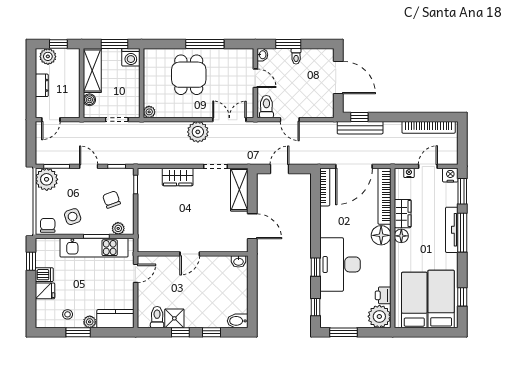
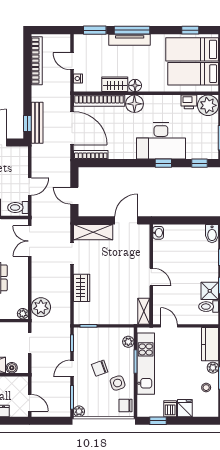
plant: (198, 132) -> (41, 307), moved
nightstand: (450, 175) -> (80, 41), removed
plant: (47, 179) -> (79, 411), width x0.53, depth x0.53
chair: (112, 200) -> (100, 368), moved
shelving: (152, 246) -> (144, 311), added

